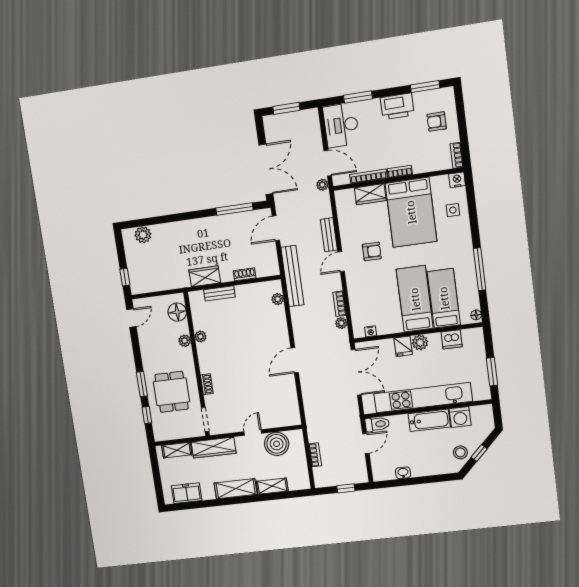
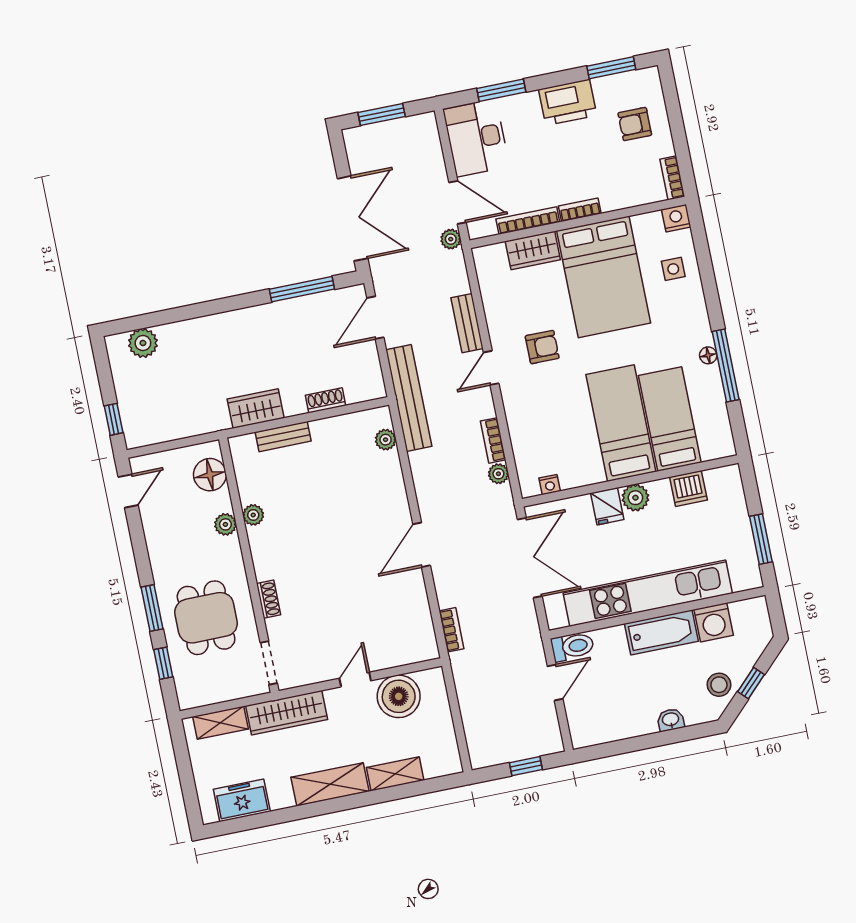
floor lamp: (476, 315) -> (708, 355), moved
bookcase: (315, 455) -> (451, 630), moved
washbasin: (403, 473) -> (671, 720), moved

